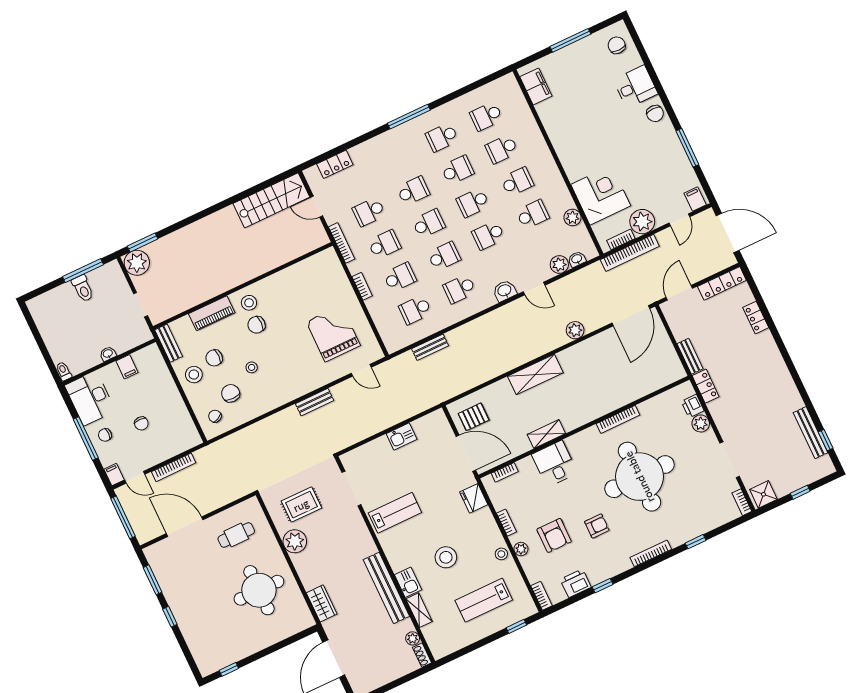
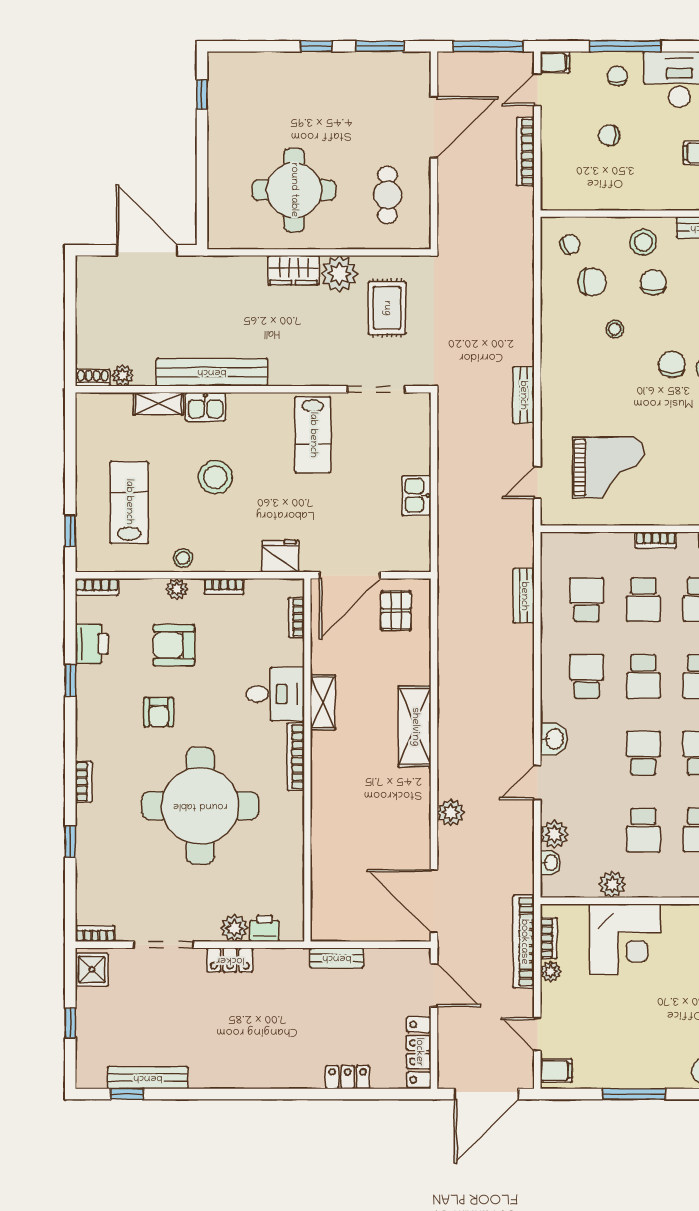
plant: (642, 222) -> (551, 971), width x0.53, depth x0.53
locker: (706, 386) -> (230, 960), moved
bookcase: (618, 419) -> (296, 757), moved
bookcase: (651, 553) -> (84, 782), width x0.64
wardrobe: (322, 603) -> (294, 270), moved

